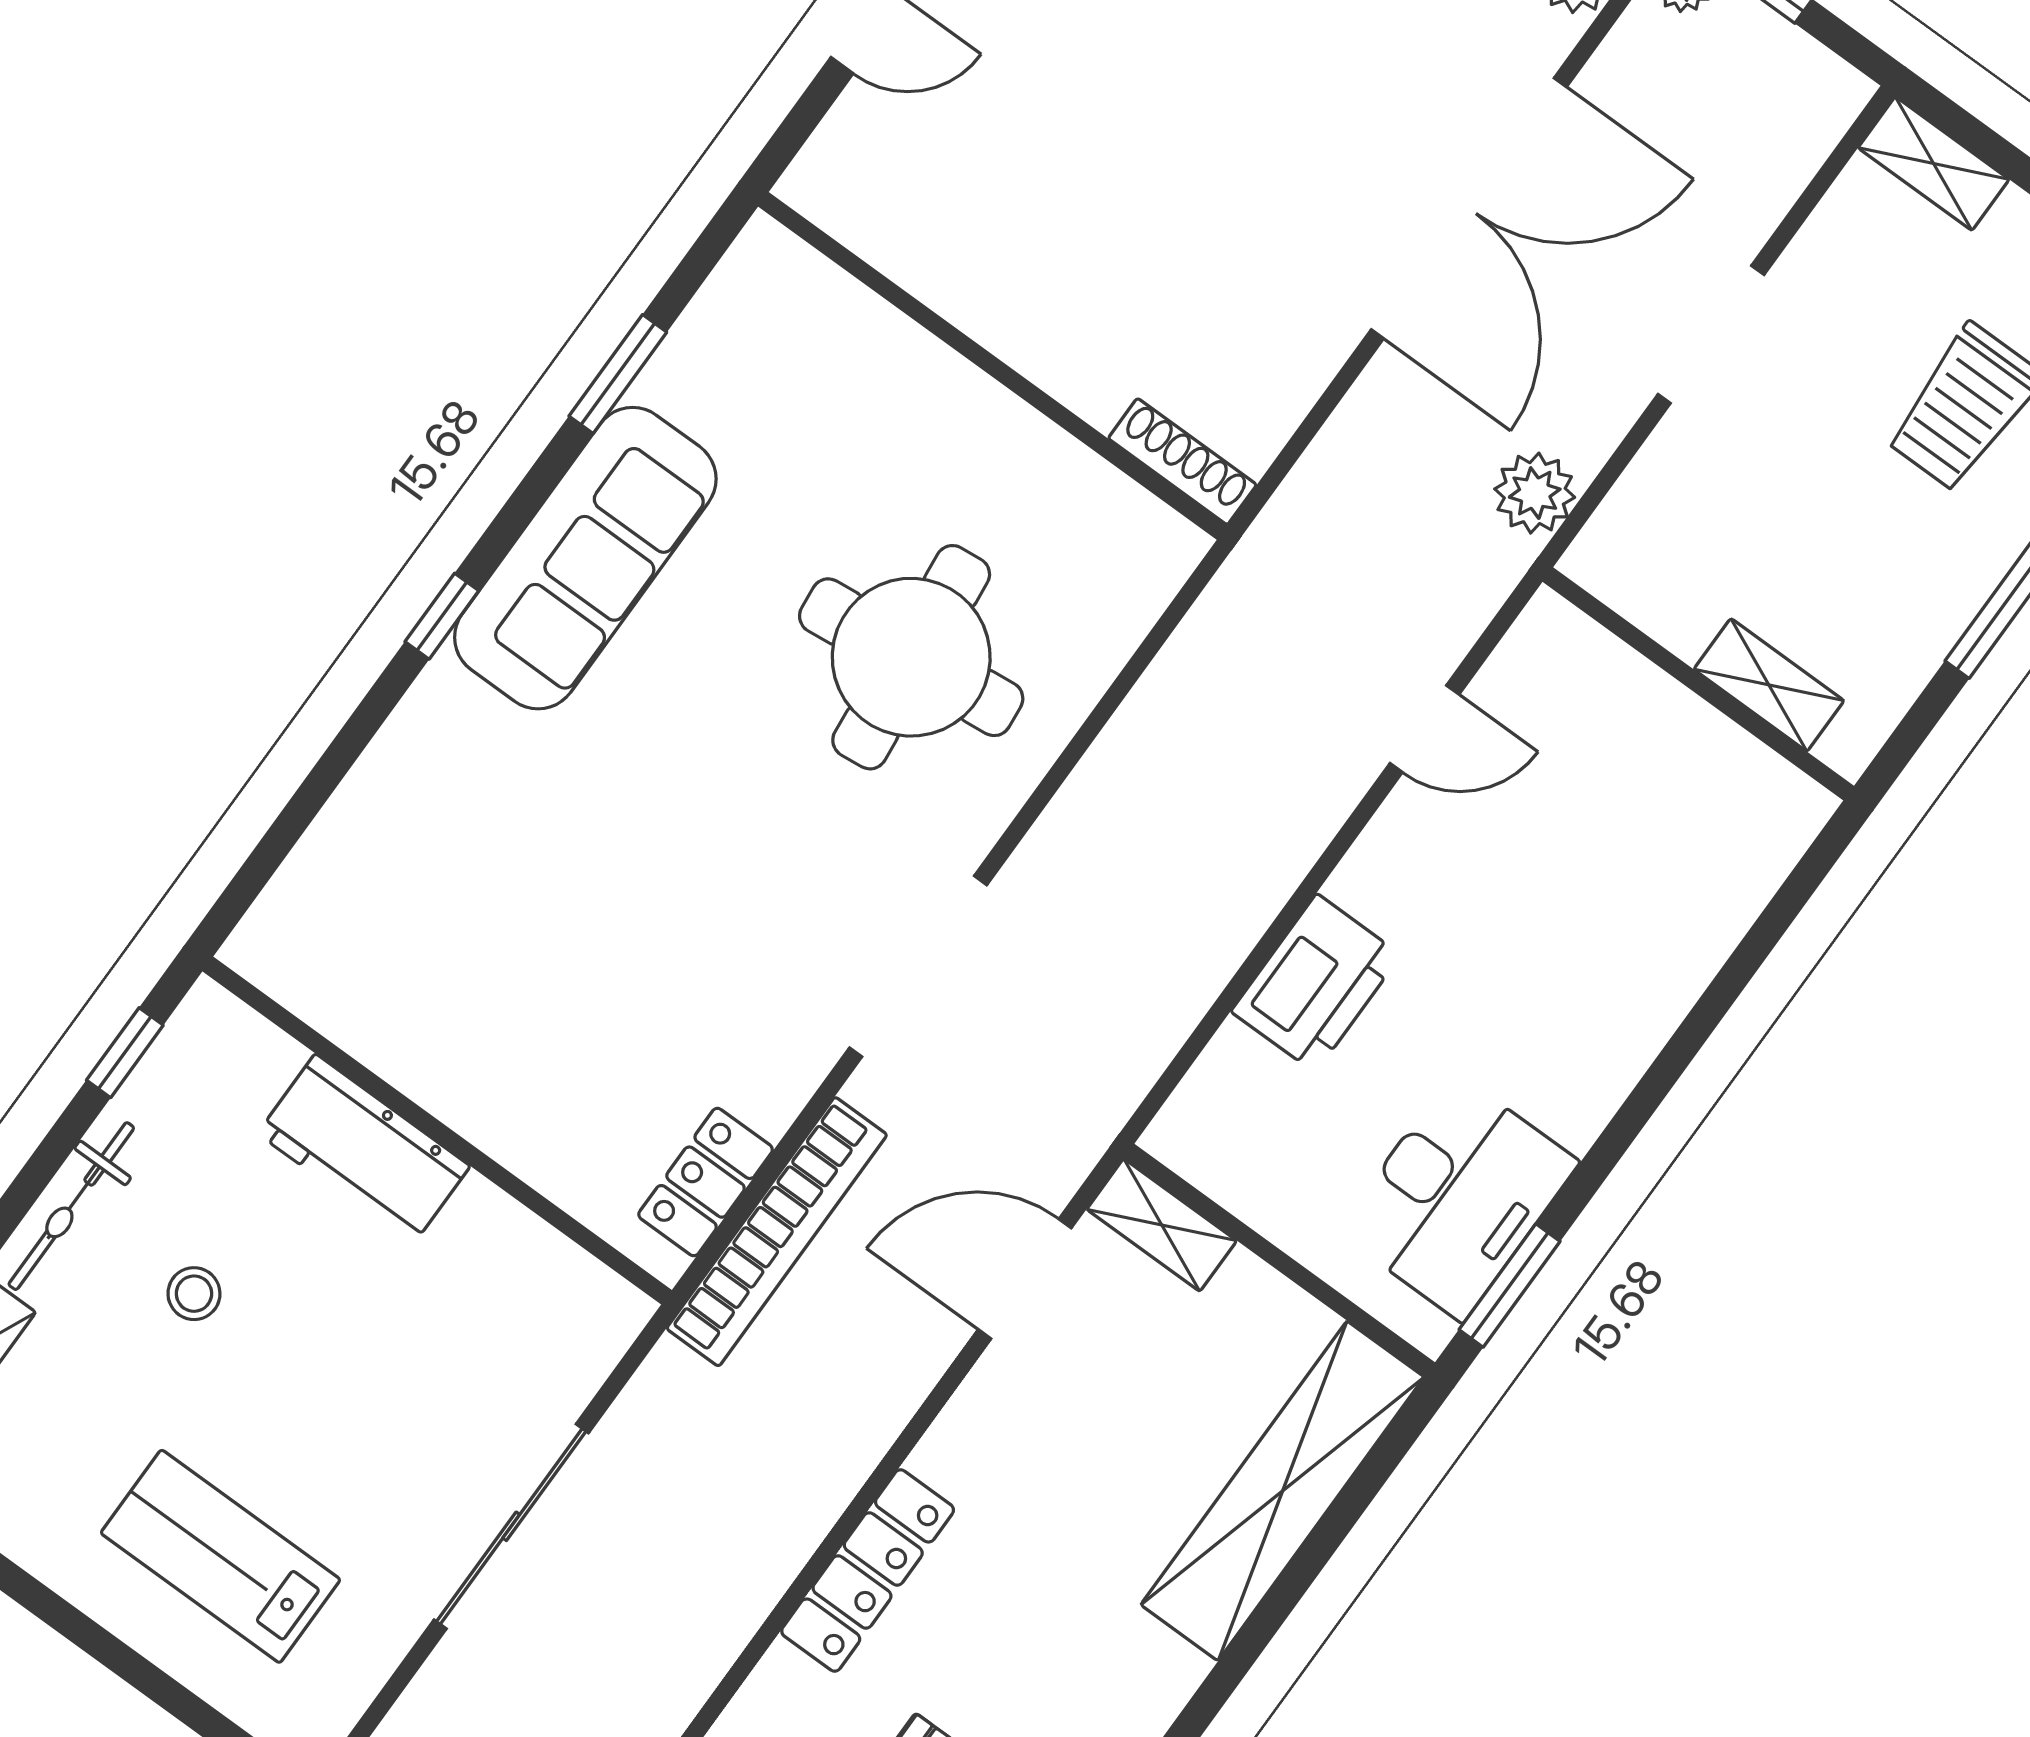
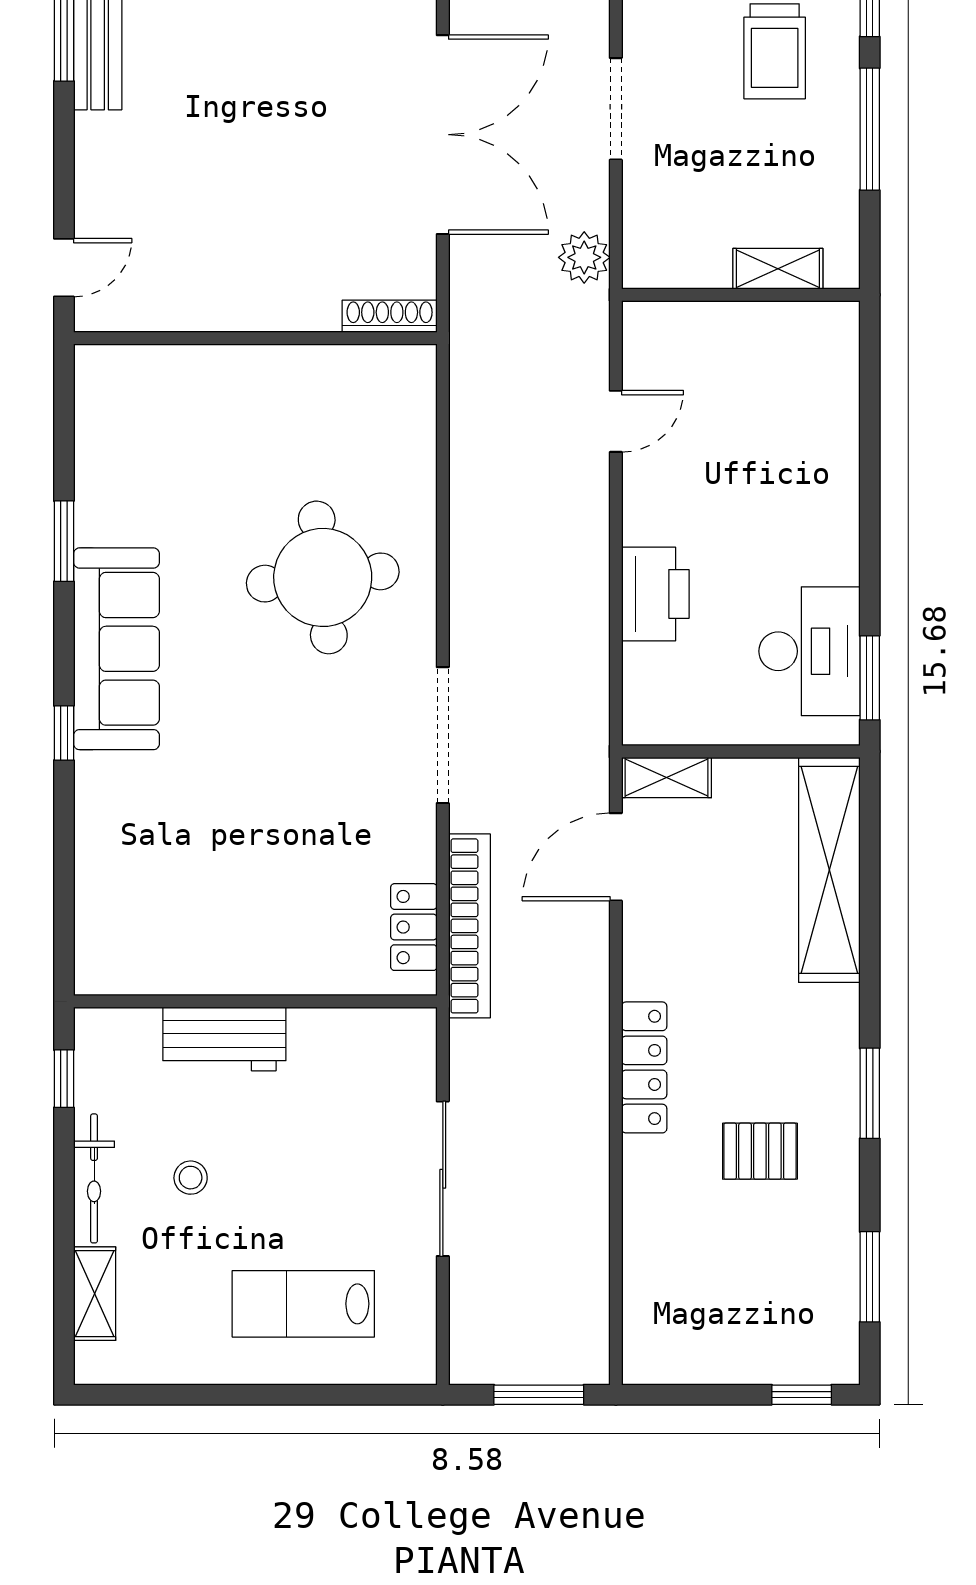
wall: (993, 366) -> (255, 338), moved
shoe rack: (1182, 462) -> (390, 316), moved

